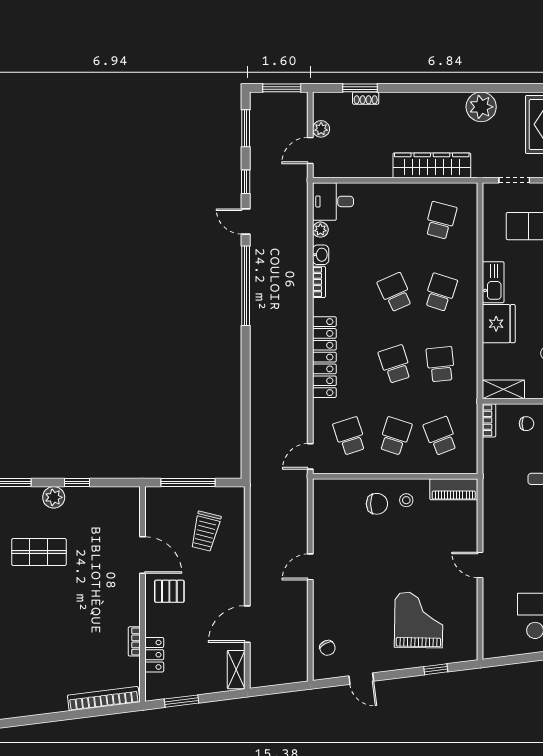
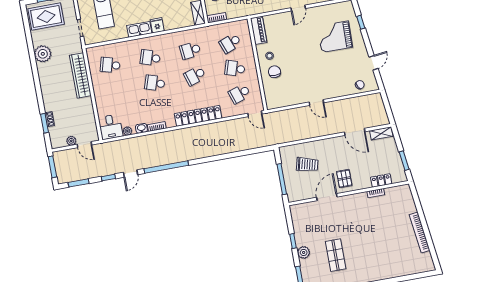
school desk: (395, 292) -> (155, 83), turned 42
fridge: (499, 324) -> (157, 25), width x0.53, depth x0.75
bookcase: (104, 699) -> (420, 232), moved

